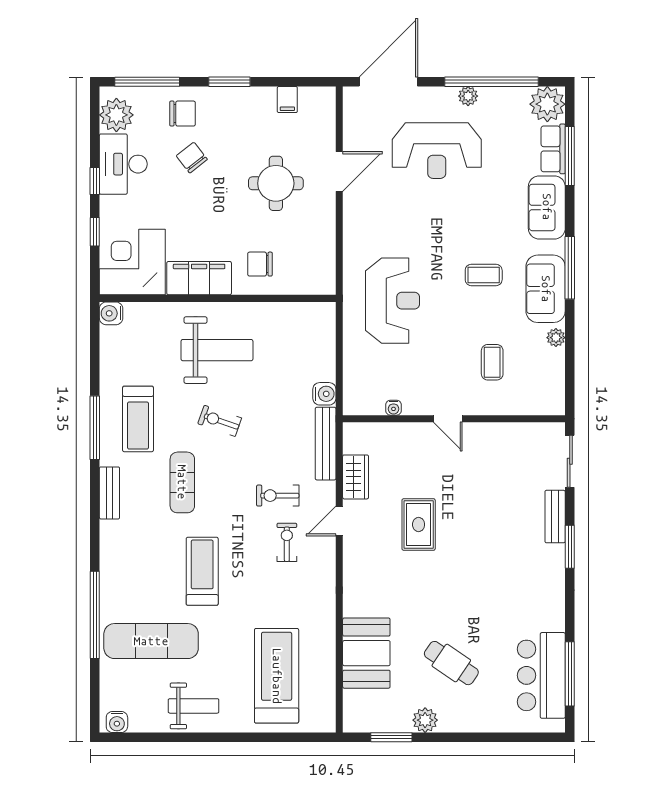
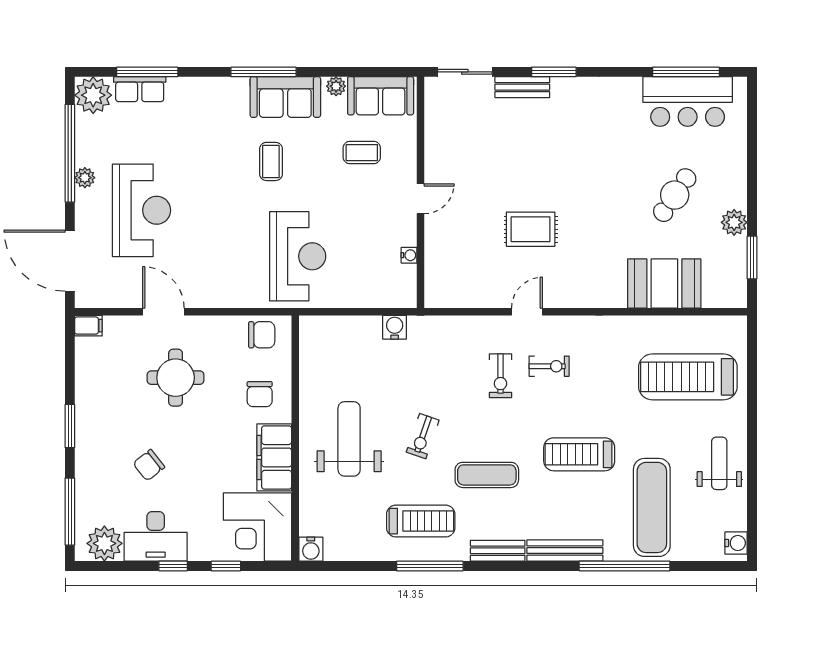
filing cabinet: (287, 100) -> (88, 326), moved
chair: (183, 114) -> (262, 335), moved, turned 90
sofa: (547, 207) -> (381, 96), moved
reception desk: (392, 301) -> (298, 256), turned 90
bench: (326, 444) -> (565, 551), moved
wardrobe: (356, 477) -> (481, 295), removed
door: (339, 521) -> (527, 312), swing flipped
exercise bike: (287, 542) -> (549, 366), turned 180

